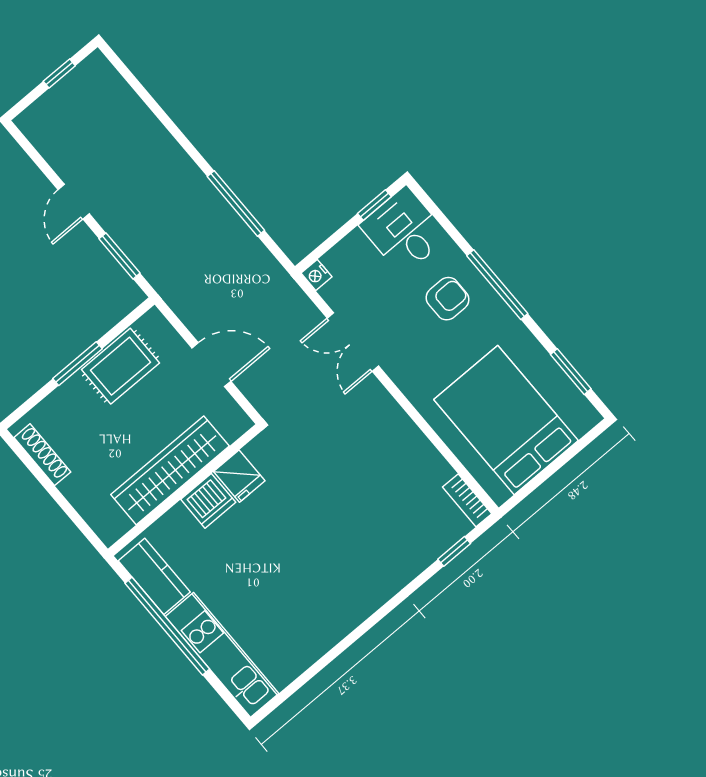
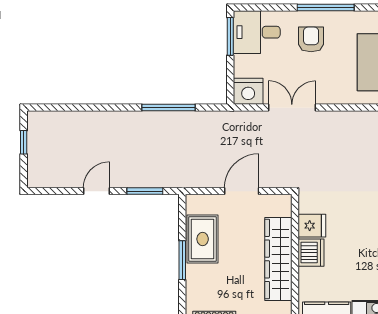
door: (74, 202) -> (96, 191), swing flipped
window: (374, 205) -> (230, 36), width x1.50
nightstand: (316, 275) -> (248, 91), width x1.89, depth x1.79
double door: (353, 342) -> (292, 108), swing flipped

